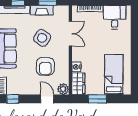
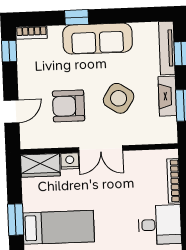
double door: (70, 34) -> (101, 149), moved
plant: (63, 89) -> (30, 139), removed
window: (97, 99) -> (16, 220), moved

